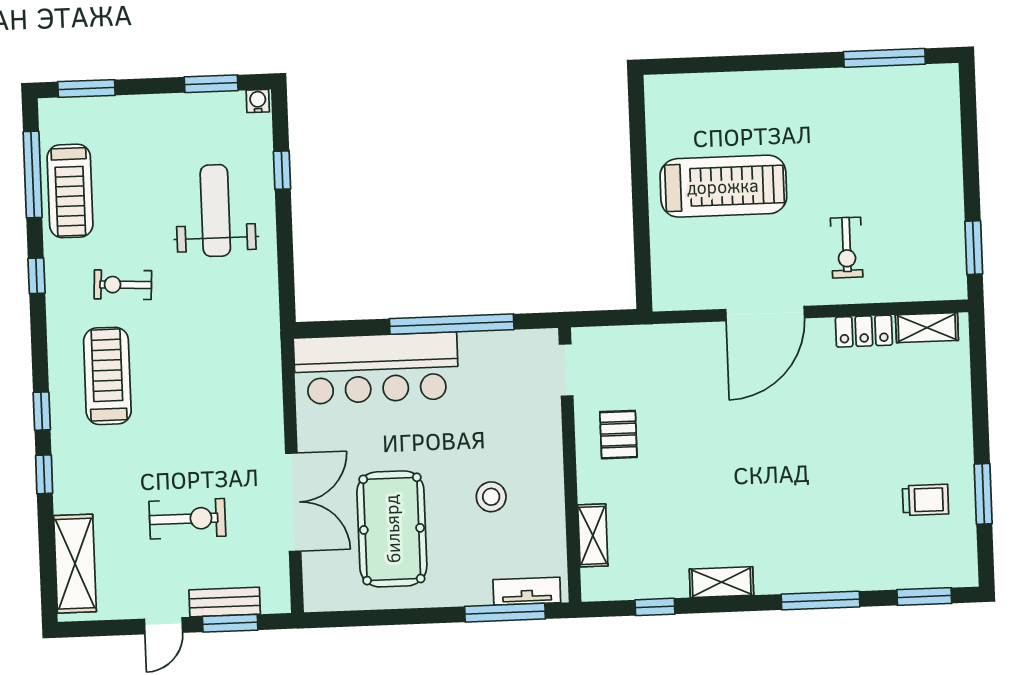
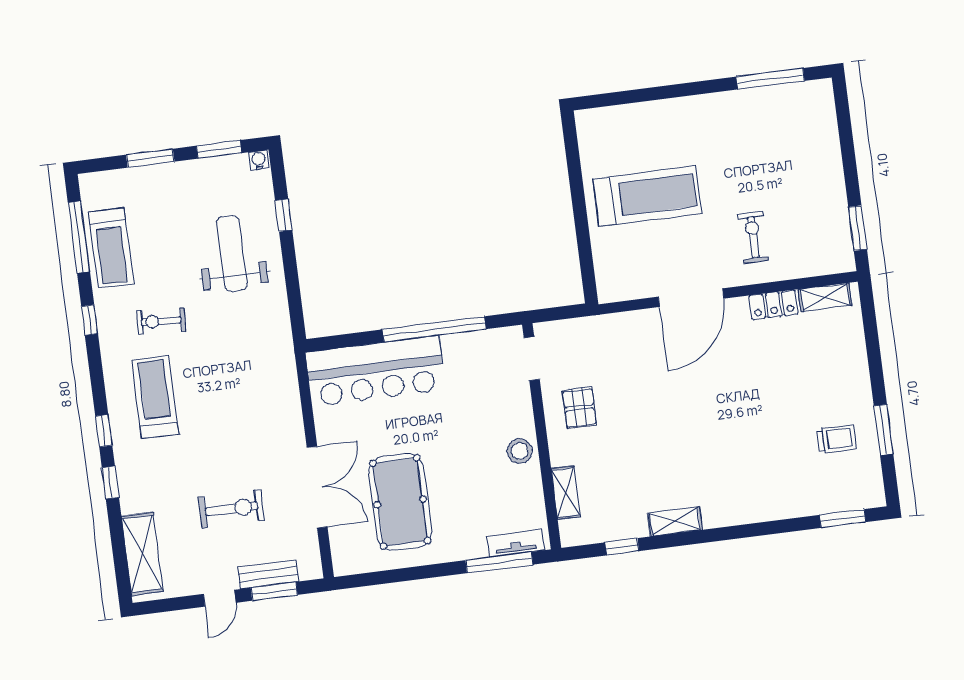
window: (86, 88) -> (150, 158), moved
exercise bike: (847, 248) -> (753, 237), turned 180
stool: (491, 497) -> (520, 451), moved
window: (820, 601) -> (758, 529), removed

